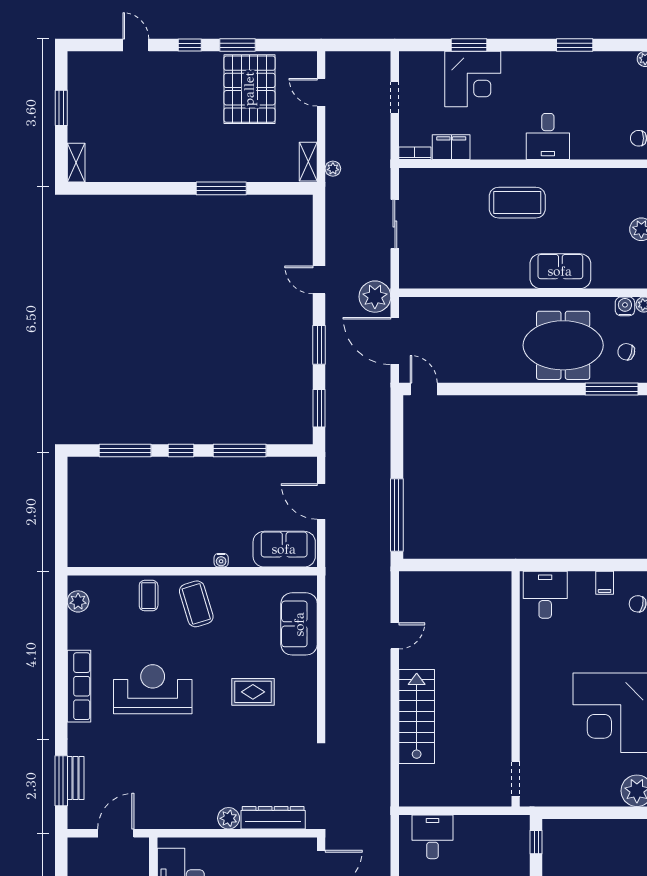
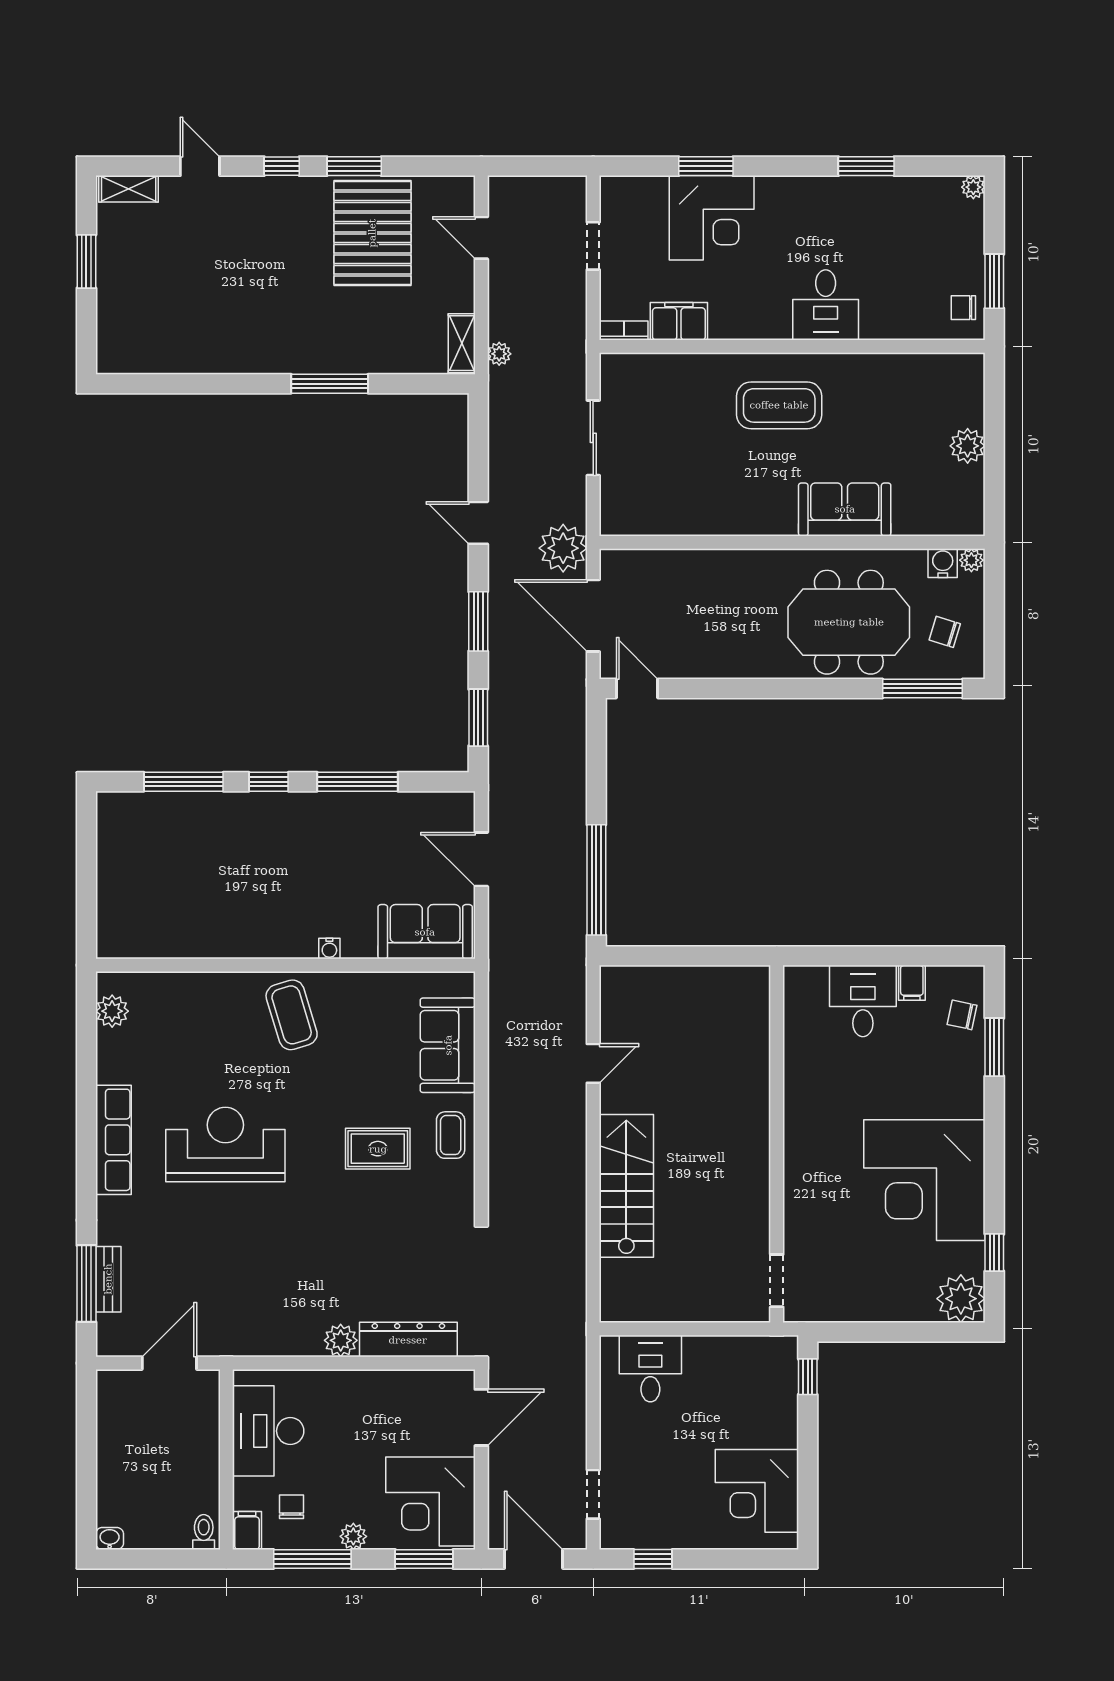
shelving: (76, 163) -> (129, 189), moved, turned 90
desk: (545, 595) -> (863, 1001), moved
coffee table: (149, 596) -> (451, 1135), moved

